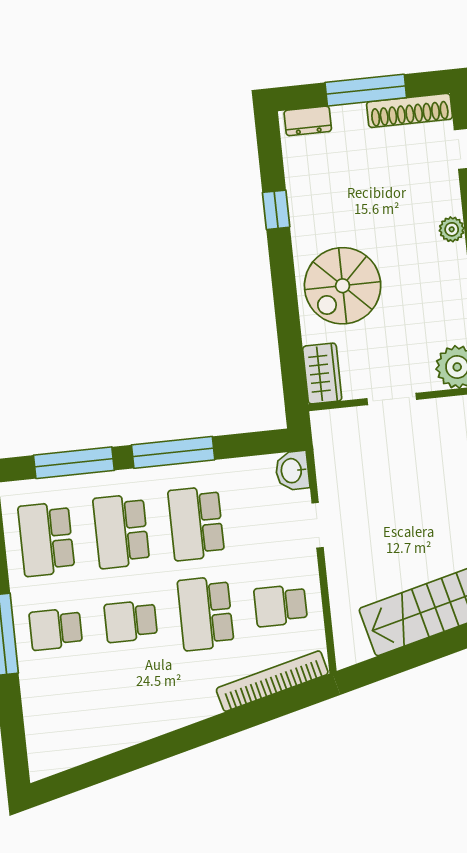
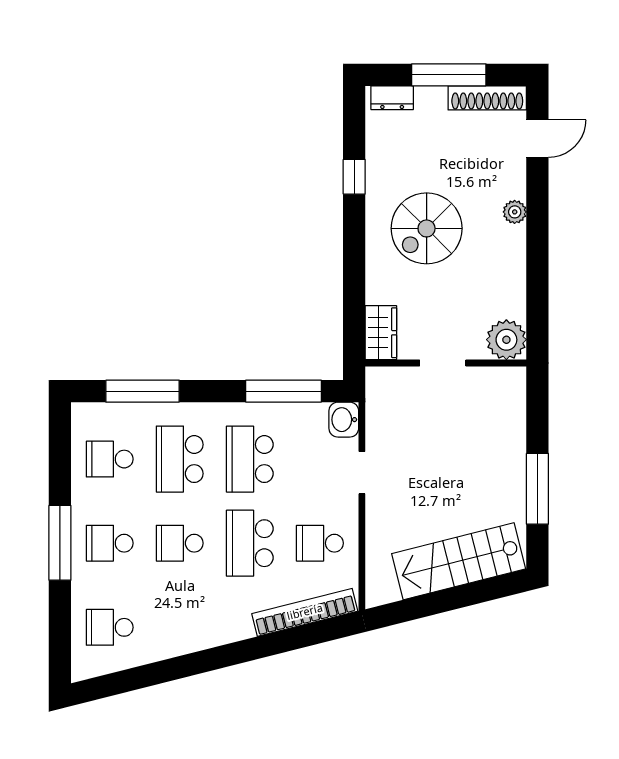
spiral stairs: (343, 286) -> (427, 228), moved
window: (173, 452) -> (283, 391), moved
school desk: (46, 539) -> (110, 459), width x0.54
school desk: (65, 719) -> (110, 627), added

